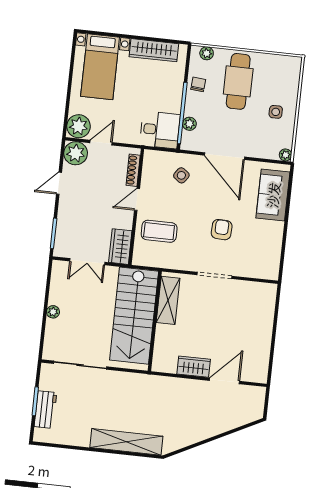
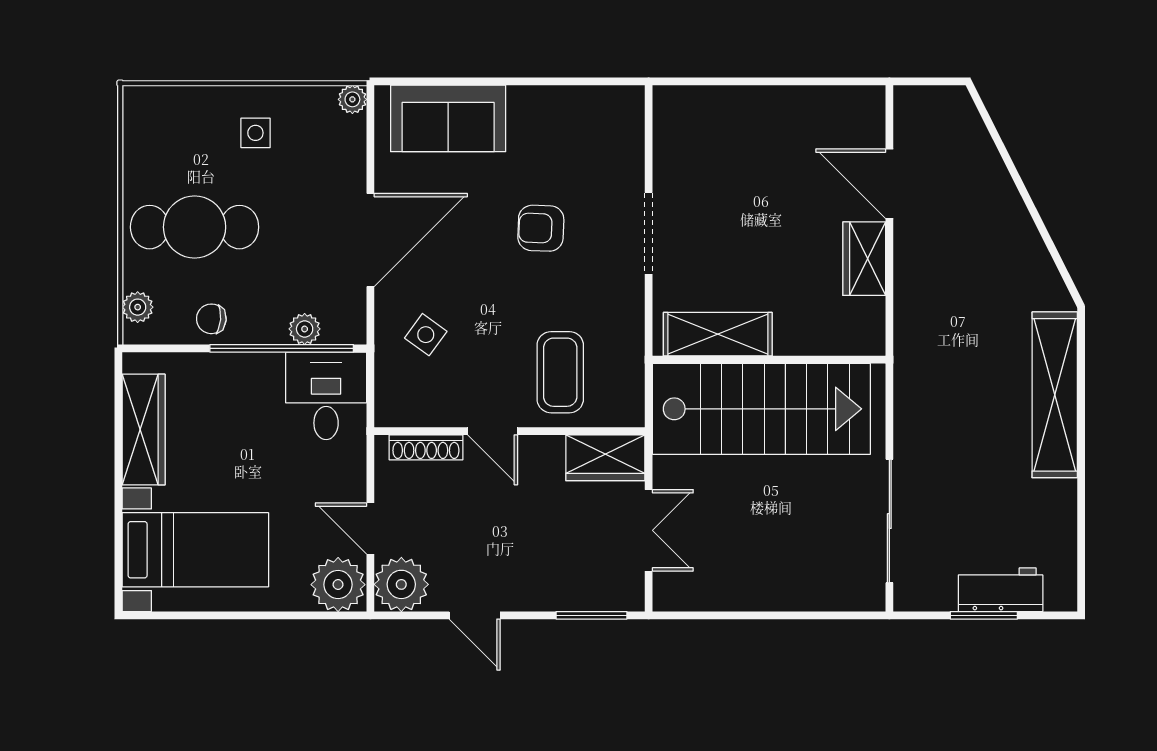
plant: (53, 312) -> (773, 597), removed

